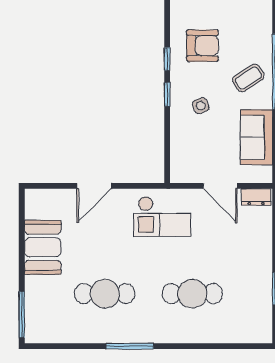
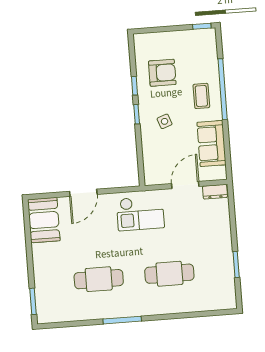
coffee table: (248, 78) -> (201, 96), turned -57
door: (220, 186) -> (185, 185), swing flipped
booth: (43, 247) -> (44, 220), moved
window: (22, 315) -> (33, 301), width x0.69

